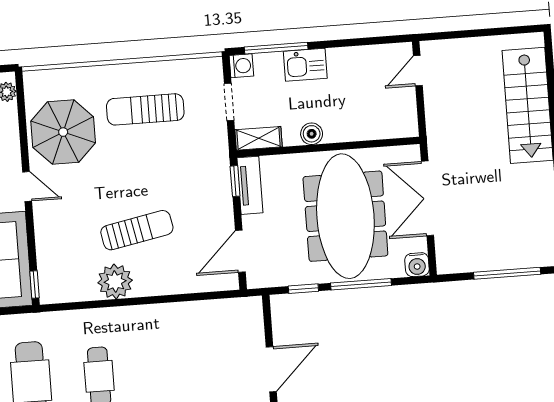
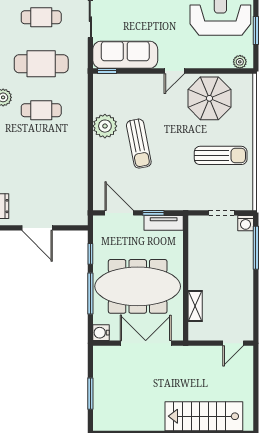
kitchen sink: (305, 65) -> (243, 267), removed
door: (418, 71) -> (233, 343), swing flipped
sun lounger: (145, 109) -> (221, 155), turned 90
boiler: (312, 134) -> (196, 268), removed
shelving: (259, 138) -> (195, 306), moved
window: (235, 181) -> (153, 213), moved
window: (507, 273) -> (90, 394), width x0.69

